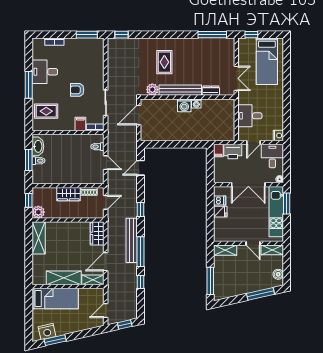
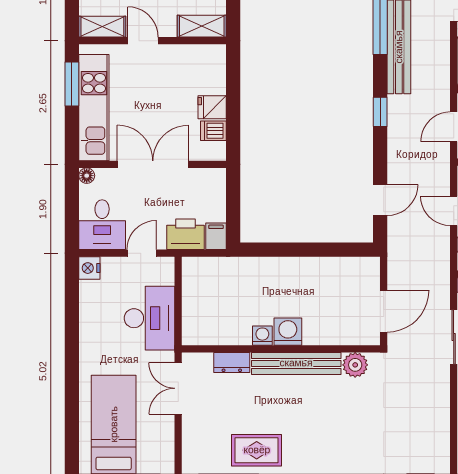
rug: (164, 62) -> (257, 450), moved, turned 90
desk: (250, 116) -> (150, 318), width x1.37
window: (287, 203) -> (72, 84), moved

